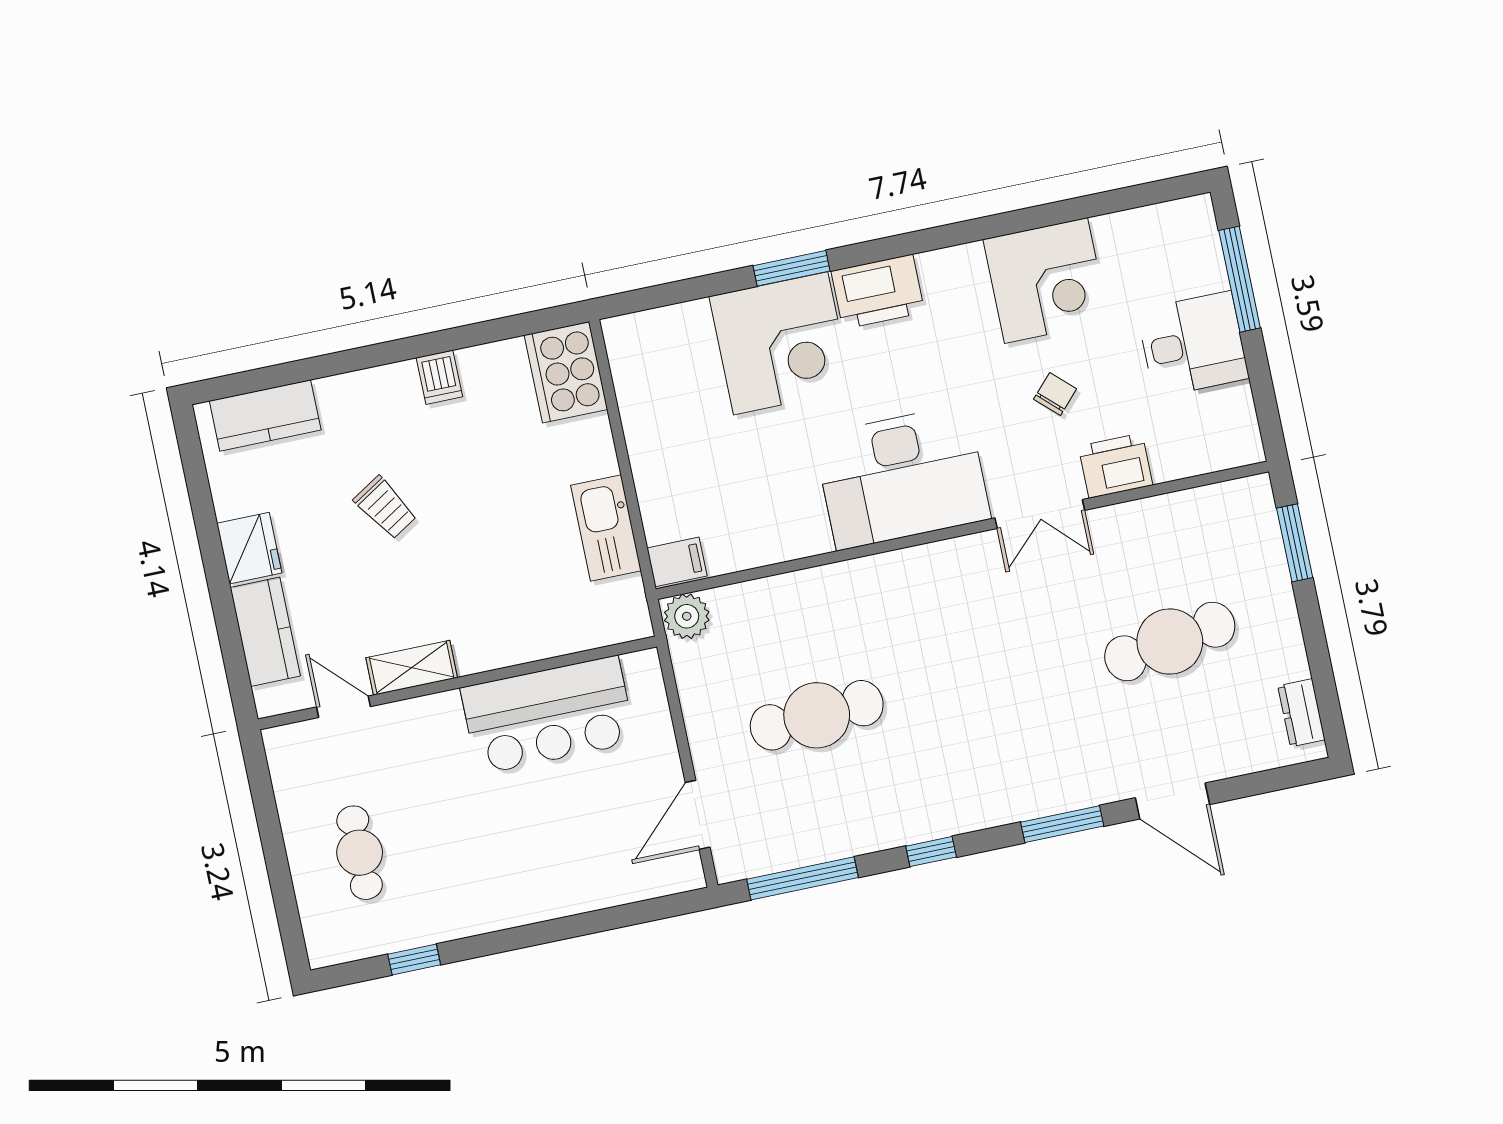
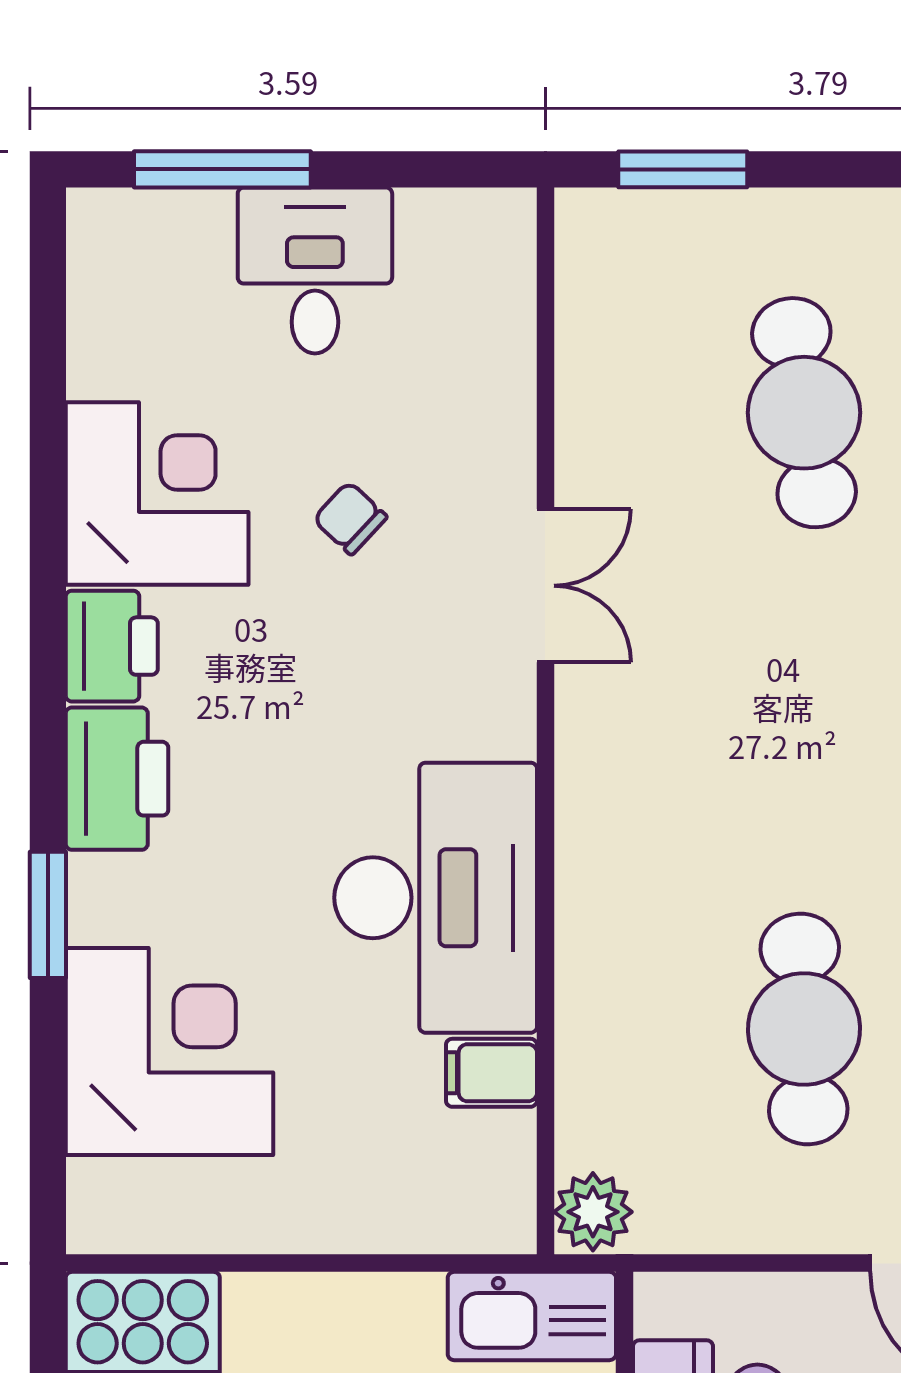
corner desk: (781, 343) -> (169, 1052), moved
printer: (1115, 466) -> (112, 646), moved, turned 180
desk: (902, 477) -> (436, 898), moved
kitchen sink: (606, 528) -> (532, 1316), moved
filing cabinet: (677, 562) -> (491, 1073), moved, turned -90

